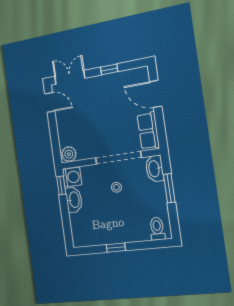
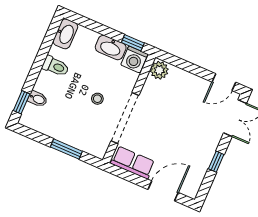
washbasin: (154, 169) -> (65, 34), moved, turned 90
toilet: (157, 229) -> (56, 66), moved
bidet: (144, 233) -> (38, 99), added
window: (116, 248) -> (22, 102), moved

